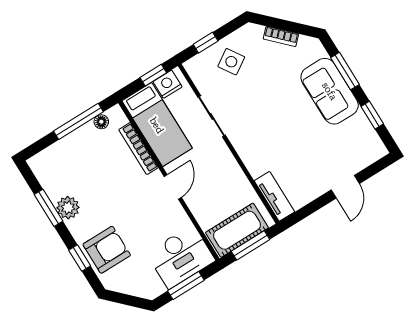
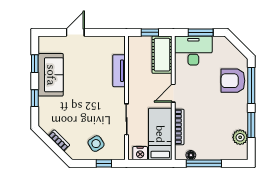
window: (345, 71) -> (35, 98), width x0.67
window: (153, 75) -> (145, 163), removed
sofa: (330, 91) -> (51, 75), moved
tv unit: (274, 196) -> (119, 71), moved
plant: (68, 208) -> (240, 137), moved
cot: (237, 230) -> (162, 55), moved, turned 90
window: (251, 245) -> (150, 32), width x0.67
window: (80, 258) -> (251, 86), width x2.17

